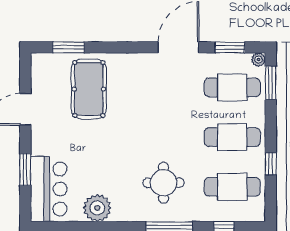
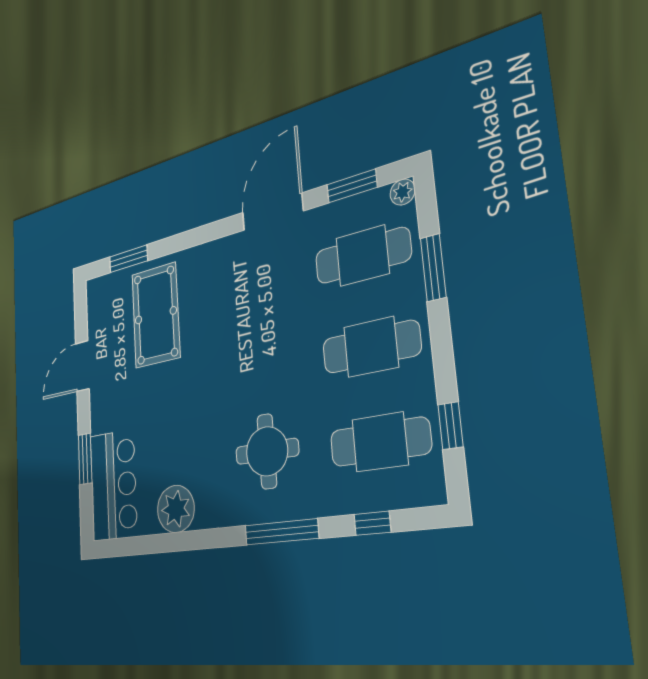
window: (271, 83) -> (433, 268), moved
window: (271, 164) -> (450, 426), moved

